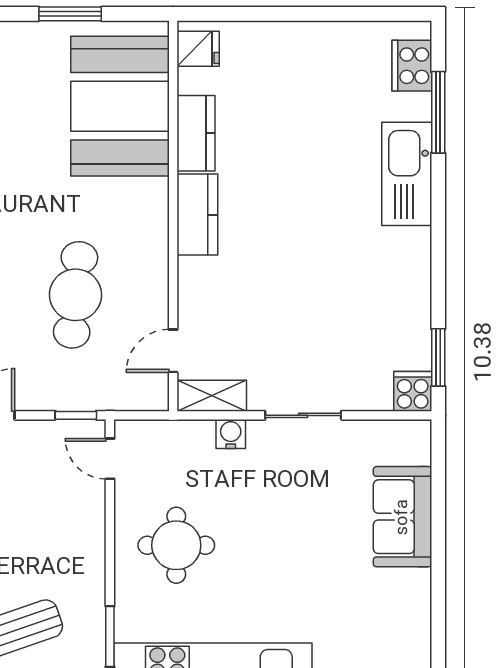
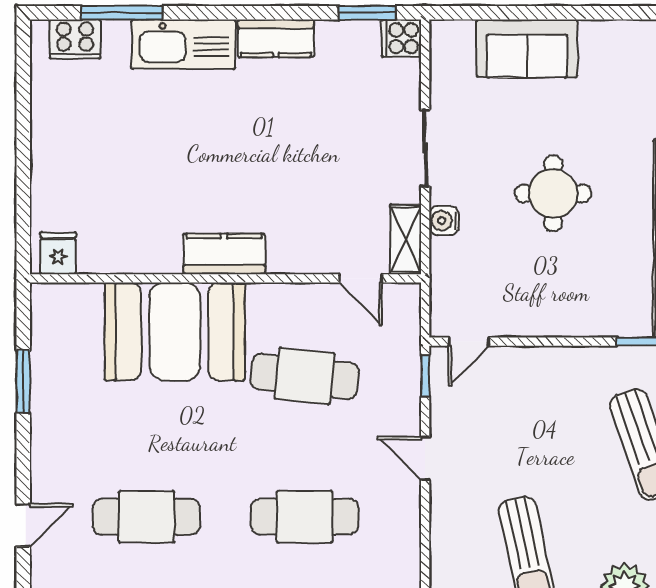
booth: (120, 106) -> (175, 331), moved
kitchen counter: (196, 133) -> (276, 38), moved, turned 180
round table: (176, 545) -> (553, 193), moved

